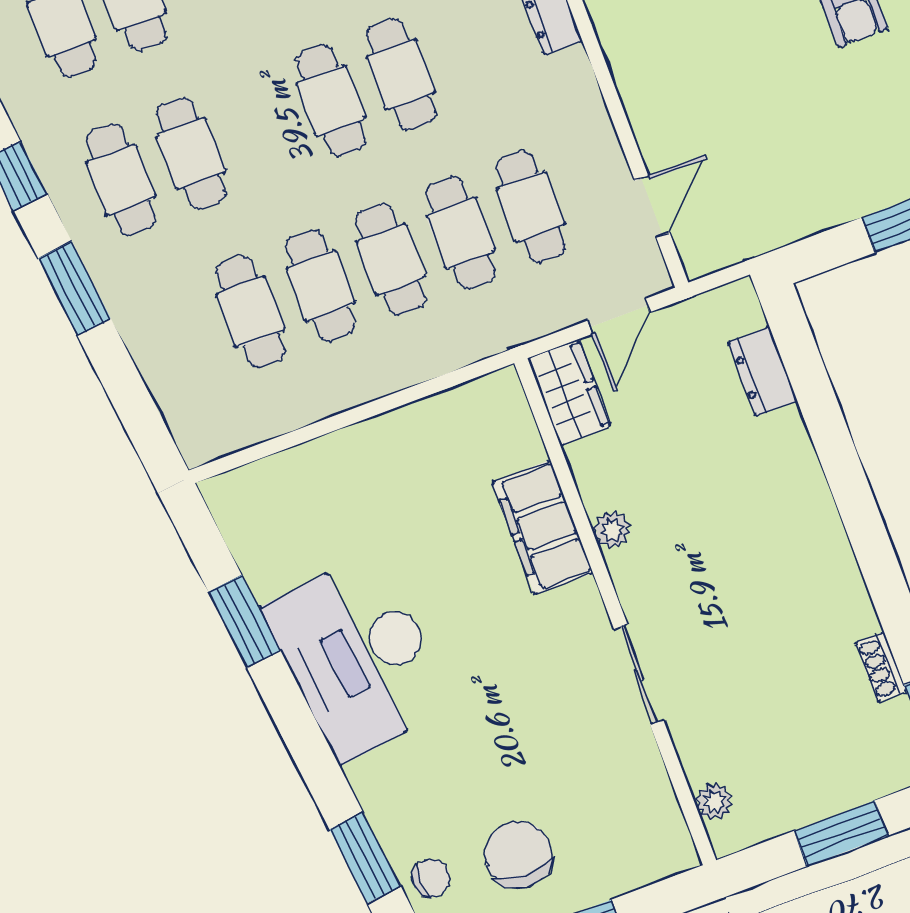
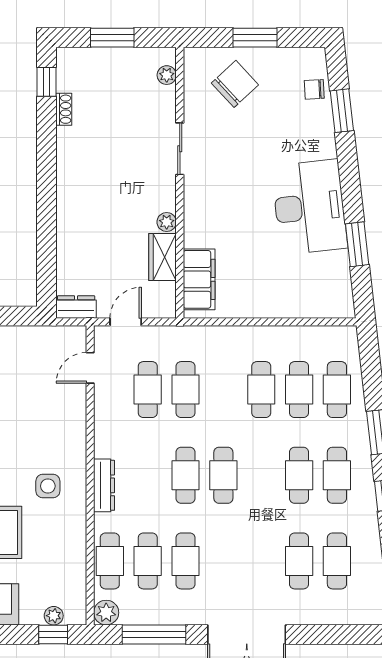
cafe table: (391, 259) -> (337, 390), moved
dresser: (763, 372) -> (76, 307), moved, turned -90
wardrobe: (569, 392) -> (163, 257), moved
filing cabinet: (543, 527) -> (199, 279), moved
chair: (518, 855) -> (235, 84), moved, turned -135

